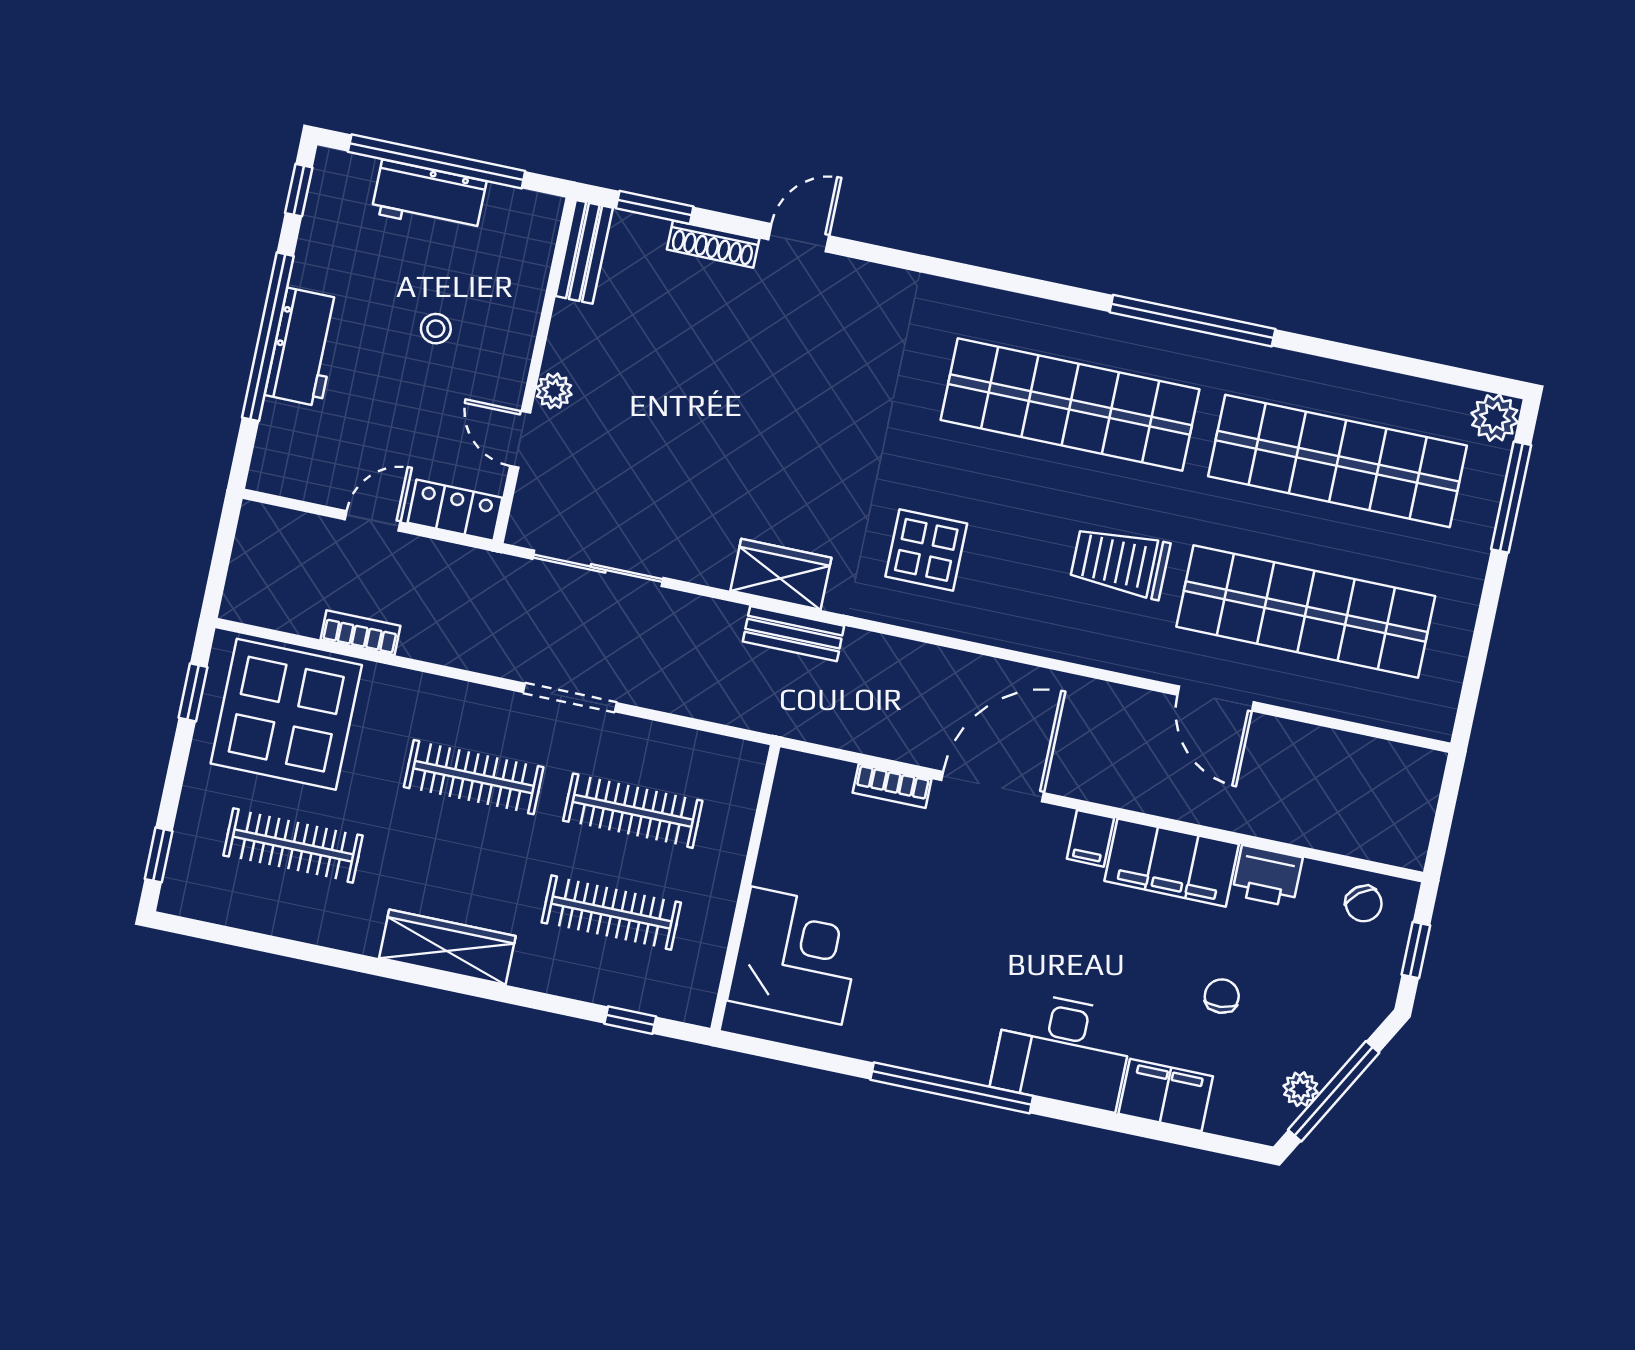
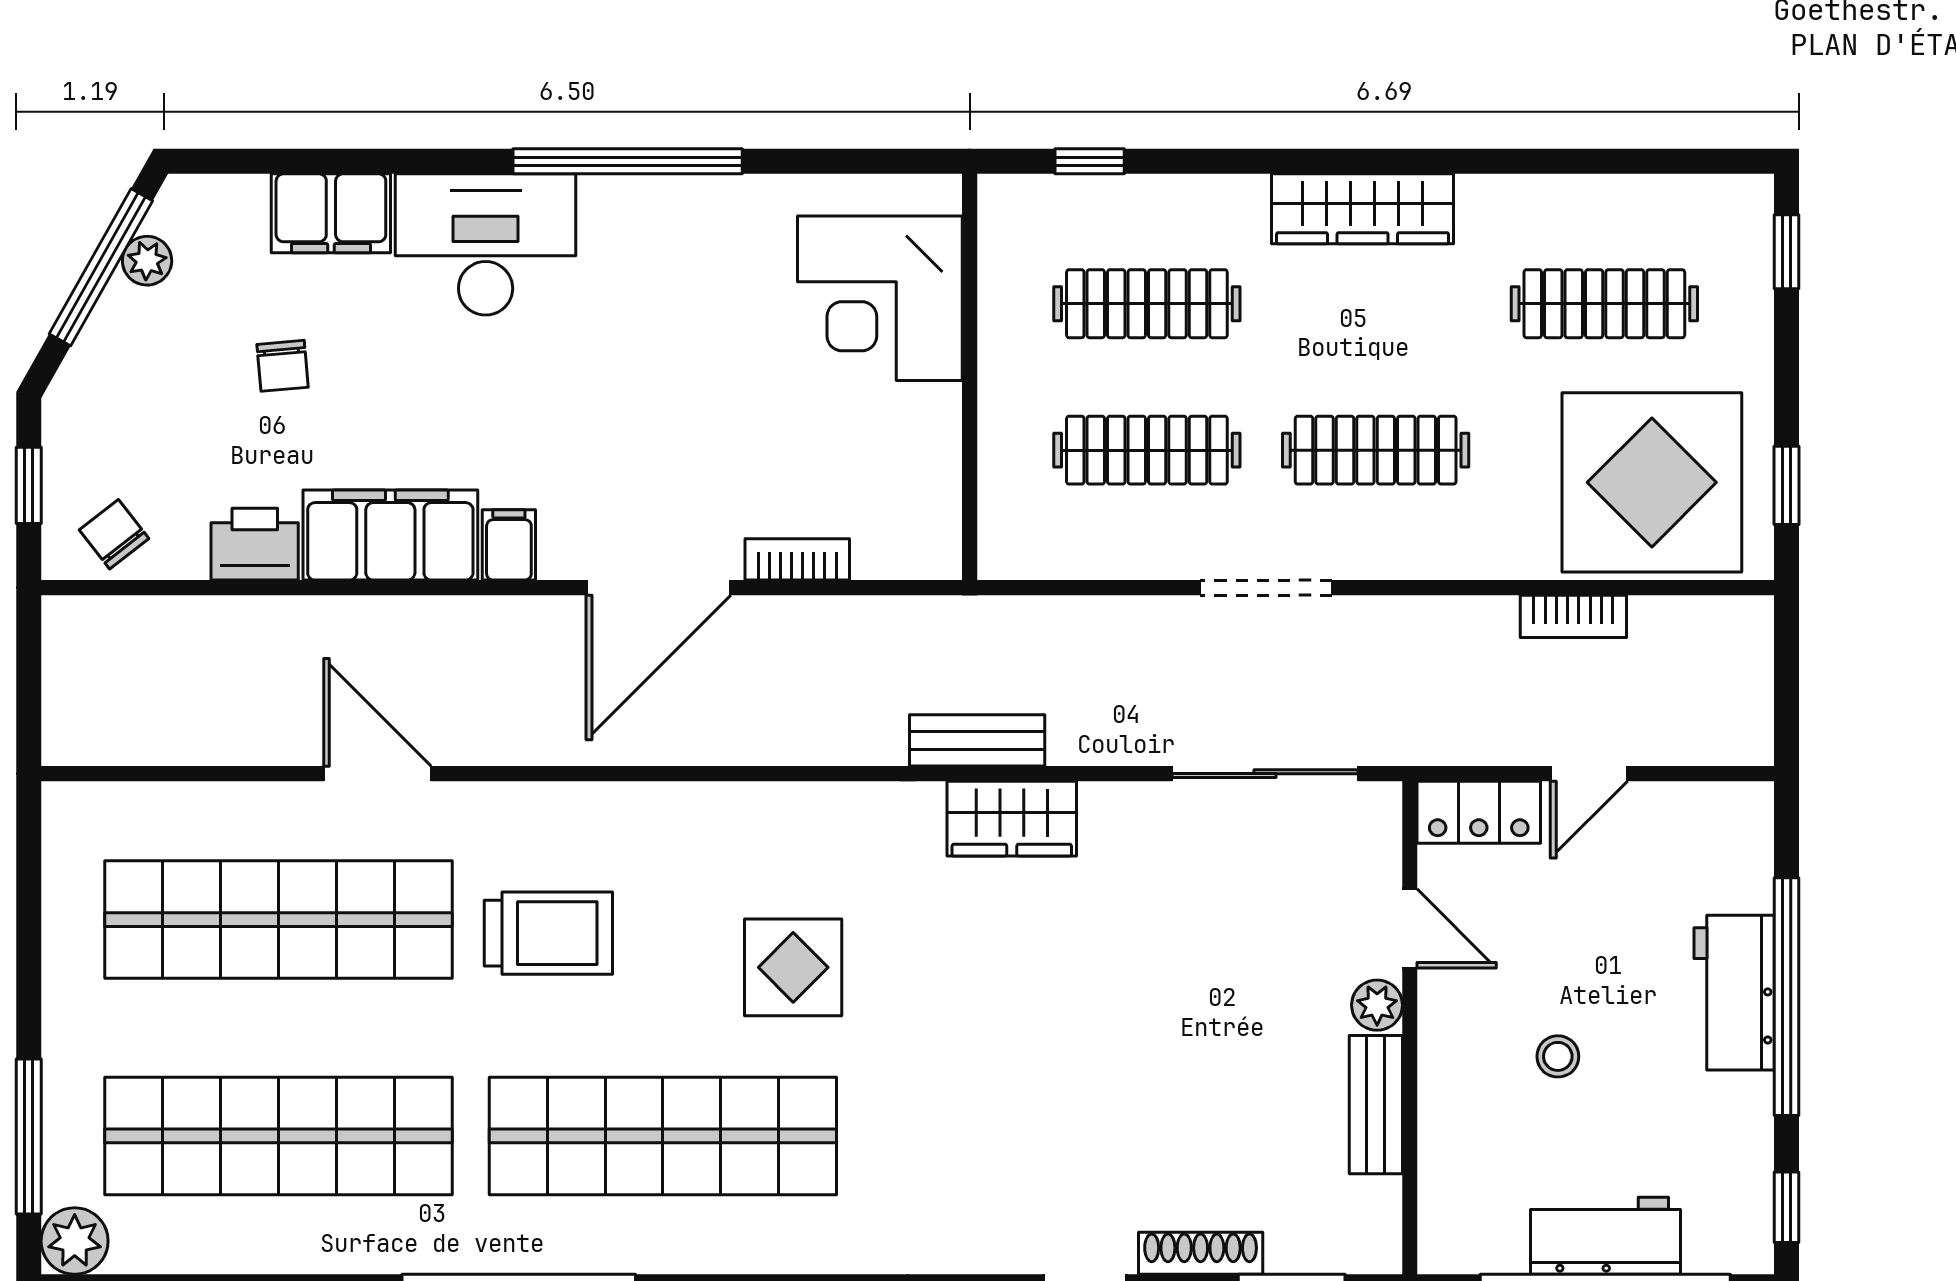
bench: (584, 252) -> (1376, 1105), moved
display table: (926, 550) -> (793, 967), moved

